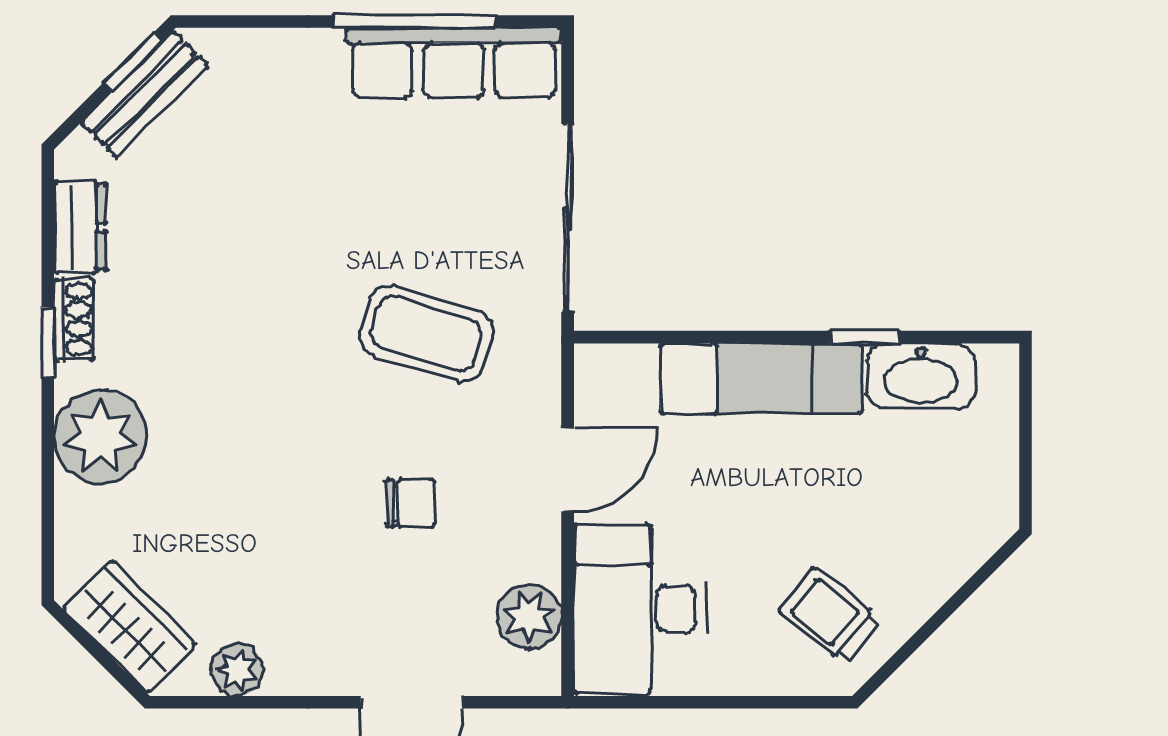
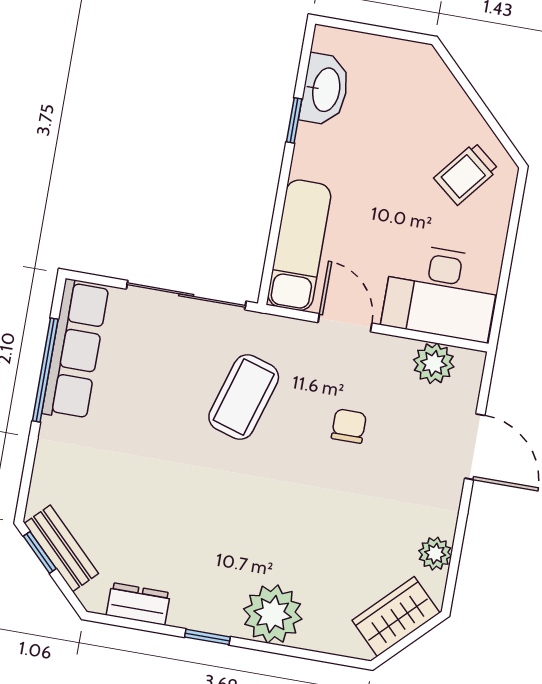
shoe rack: (74, 319) -> (196, 618), removed
exam couch: (761, 379) -> (299, 245), moved

